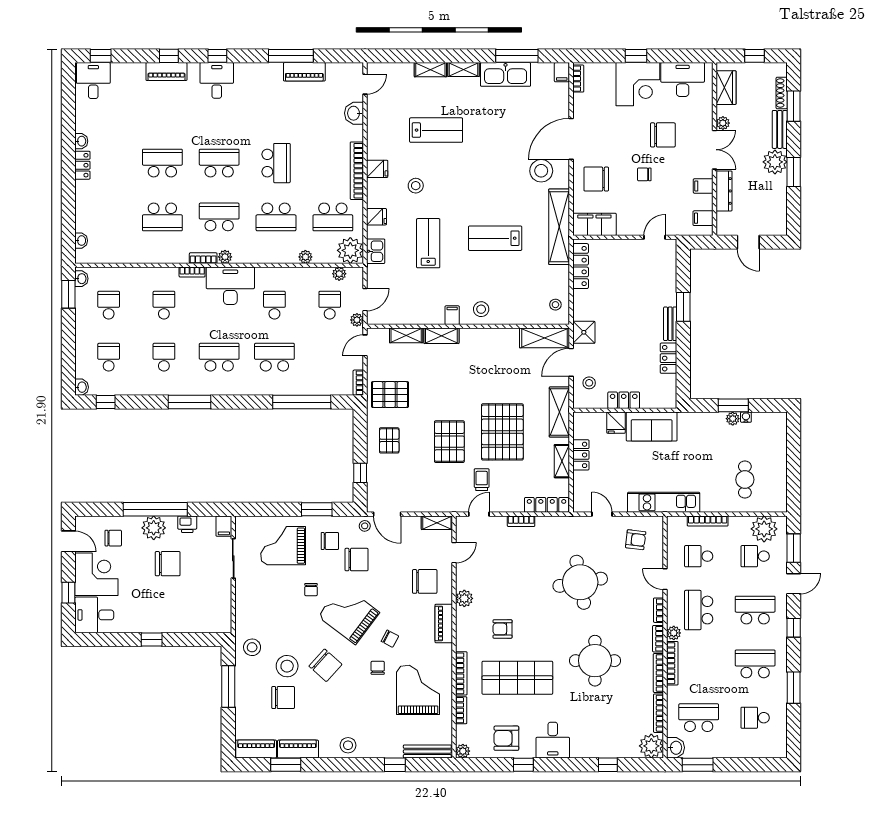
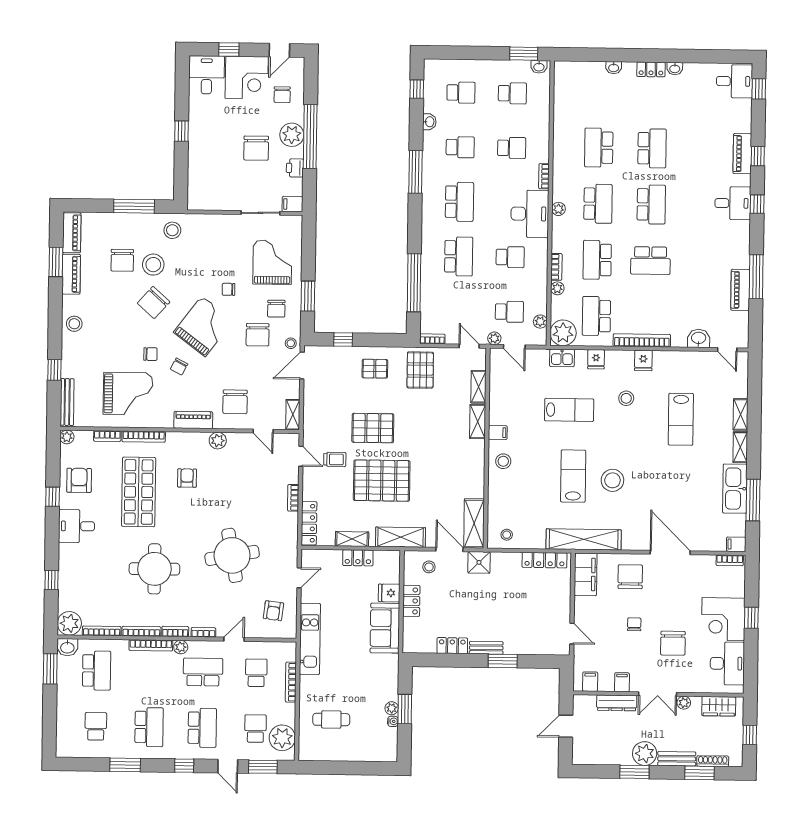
stool: (541, 171) -> (612, 480), moved
washbasin: (81, 241) -> (614, 68), moved
bookcase: (203, 258) -> (556, 267), moved
washbasin: (82, 387) -> (429, 122), moved, turned -90

